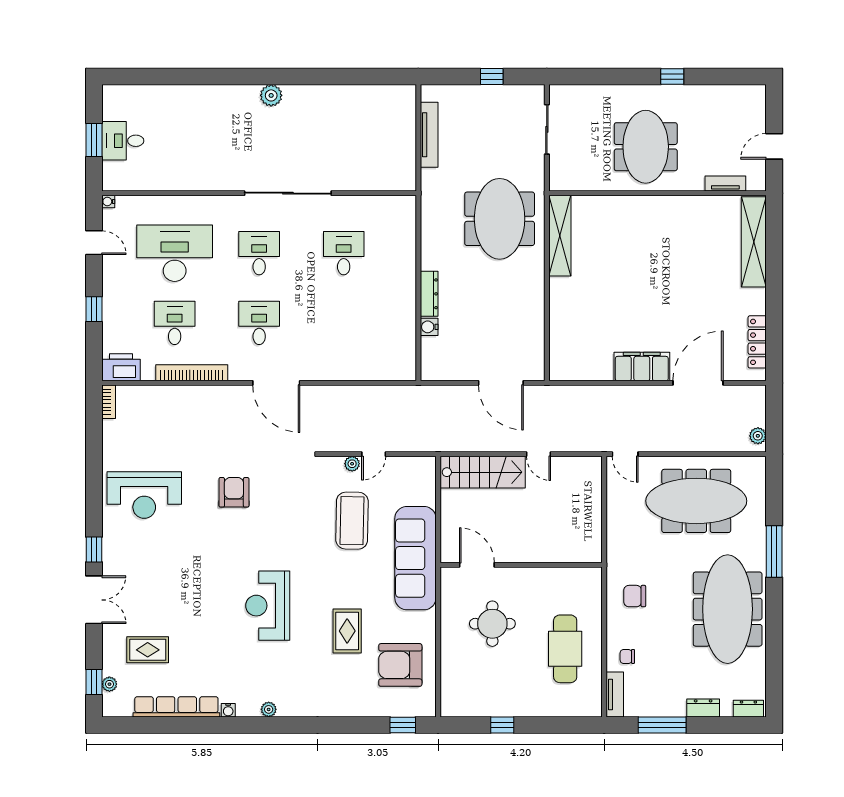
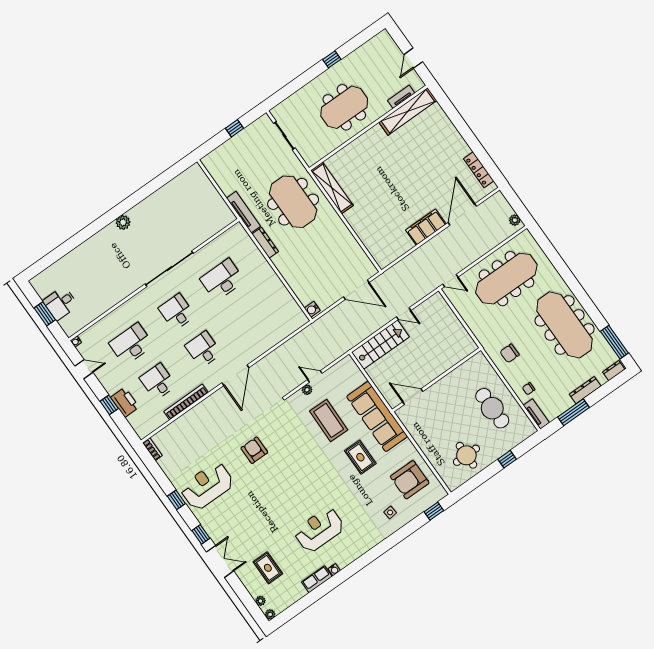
tv unit: (429, 135) -> (243, 212), moved
meeting table: (646, 147) -> (344, 107), turned 90
shelving: (754, 242) -> (408, 111), moved, turned 90
desk: (175, 253) -> (131, 344), width x0.73, depth x0.77
desk: (344, 253) -> (222, 280), width x1.37
dresser: (429, 294) -> (265, 243), moved
water cooler: (429, 327) -> (312, 309), moved
printer: (121, 367) -> (125, 402), moved, turned 90
door: (276, 383) -> (235, 375), hinge flipped
door: (374, 454) -> (315, 376), swing flipped
reception desk: (144, 495) -> (207, 486), turned 180
window: (774, 551) -> (614, 342), moved
reception desk: (268, 606) -> (319, 530), moved, turned 90
round table: (492, 624) -> (466, 455), moved
rug: (347, 631) -> (360, 457), moved
rug: (148, 650) -> (268, 568), turned 90
window: (94, 682) -> (176, 500), moved
side table: (347, 688) -> (390, 512), added
row of seats: (176, 707) -> (317, 579), width x0.50
dresser: (703, 708) -> (585, 390), width x1.44
plant: (269, 709) -> (270, 614), moved
window: (502, 725) -> (507, 459), moved

